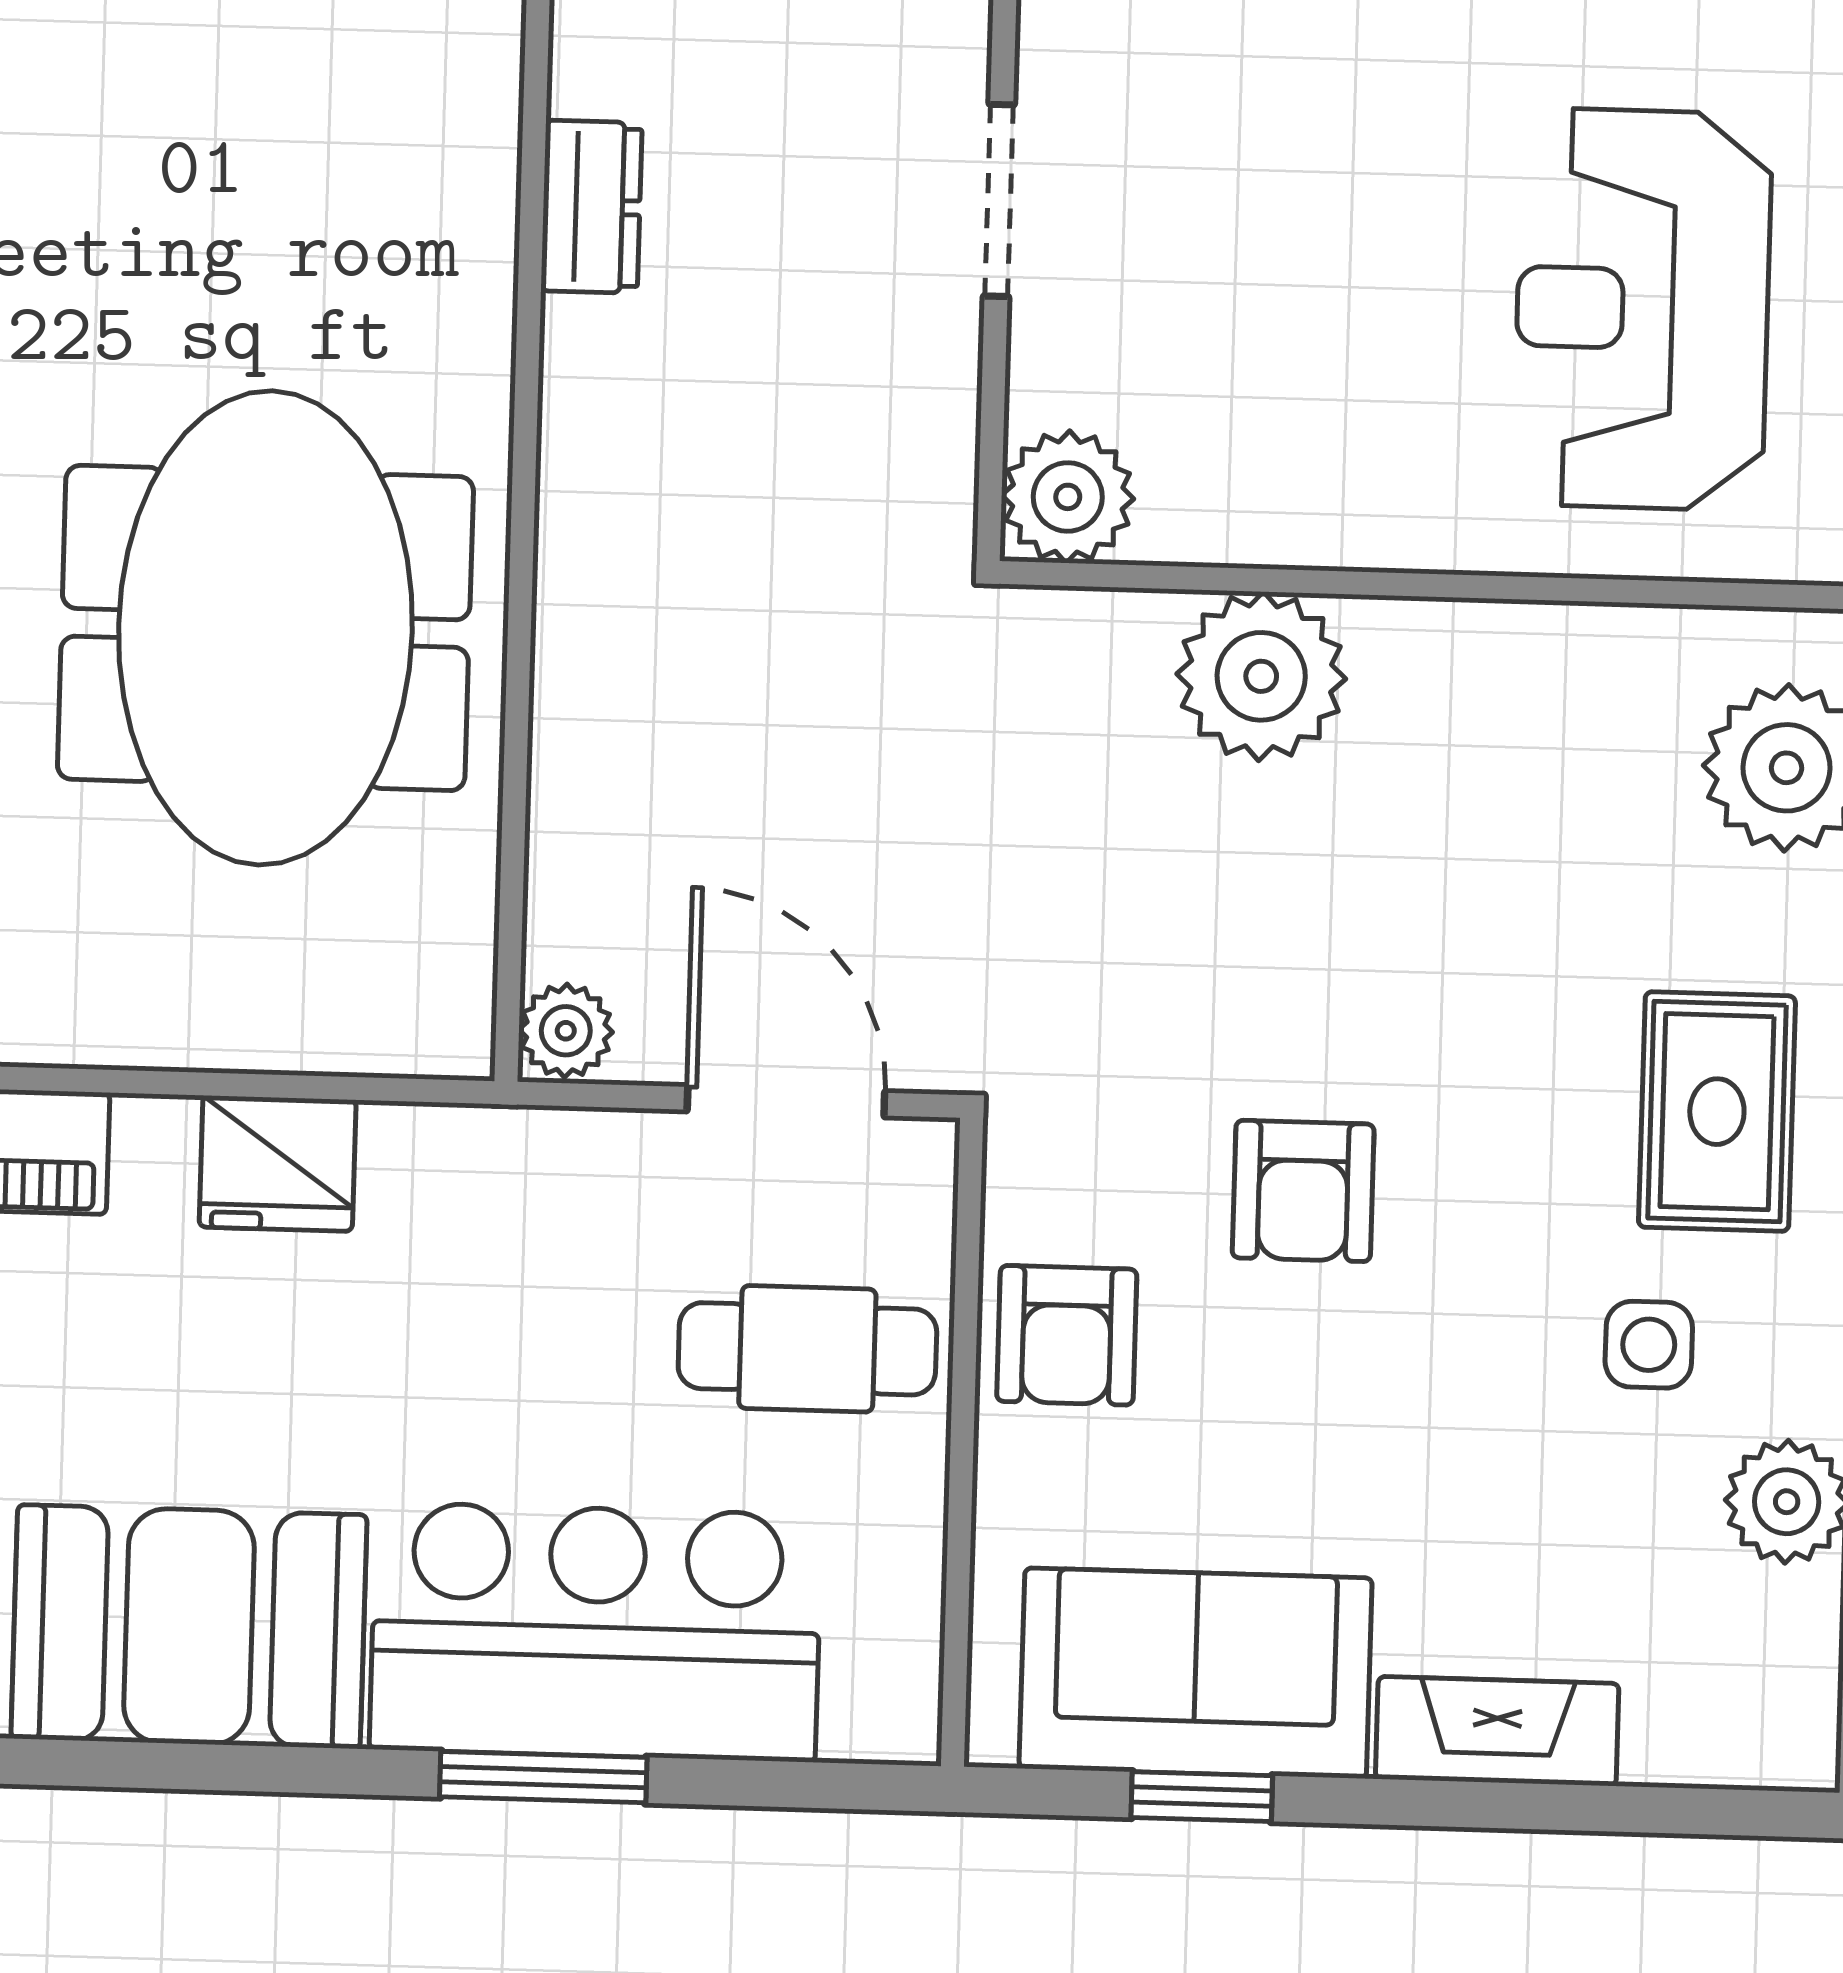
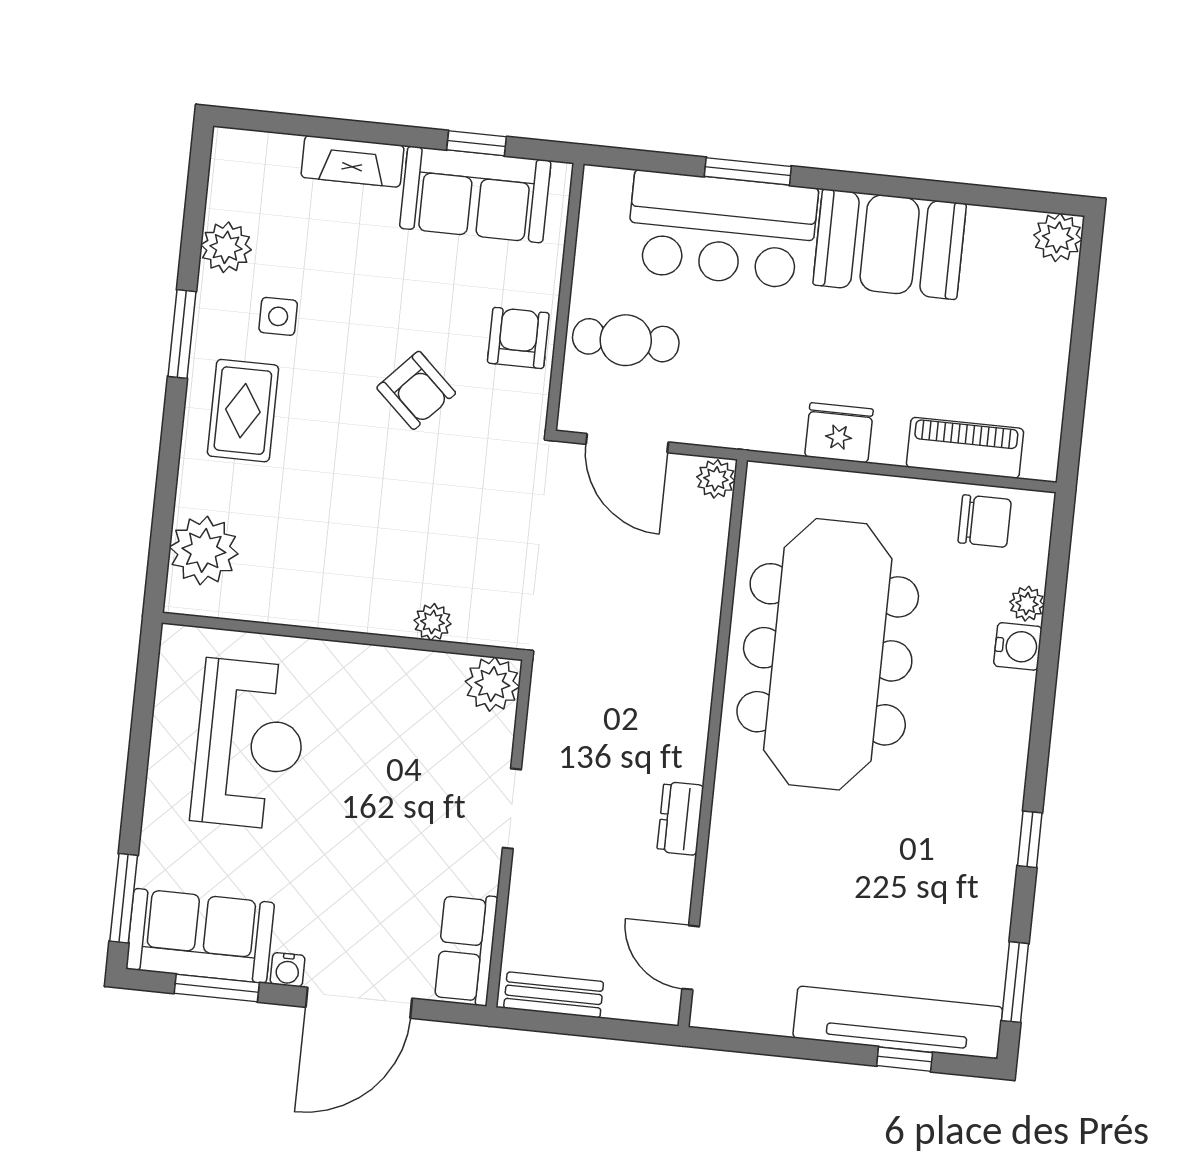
meeting table: (265, 628) -> (828, 654), width x1.36
plant: (1261, 676) -> (433, 622), width x0.53, depth x0.53
armchair: (1303, 1191) -> (416, 390), turned 133

